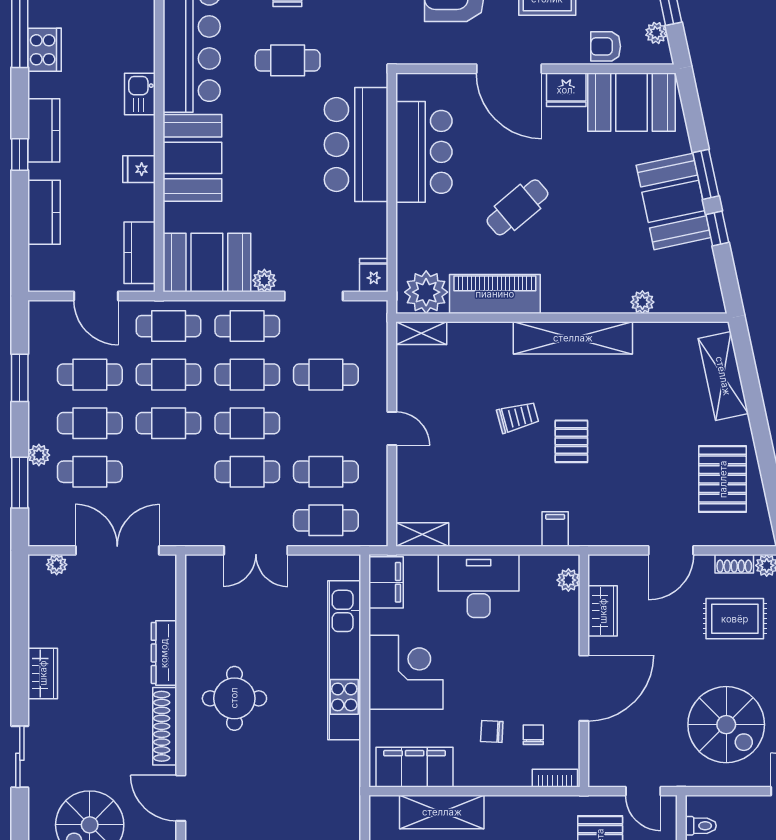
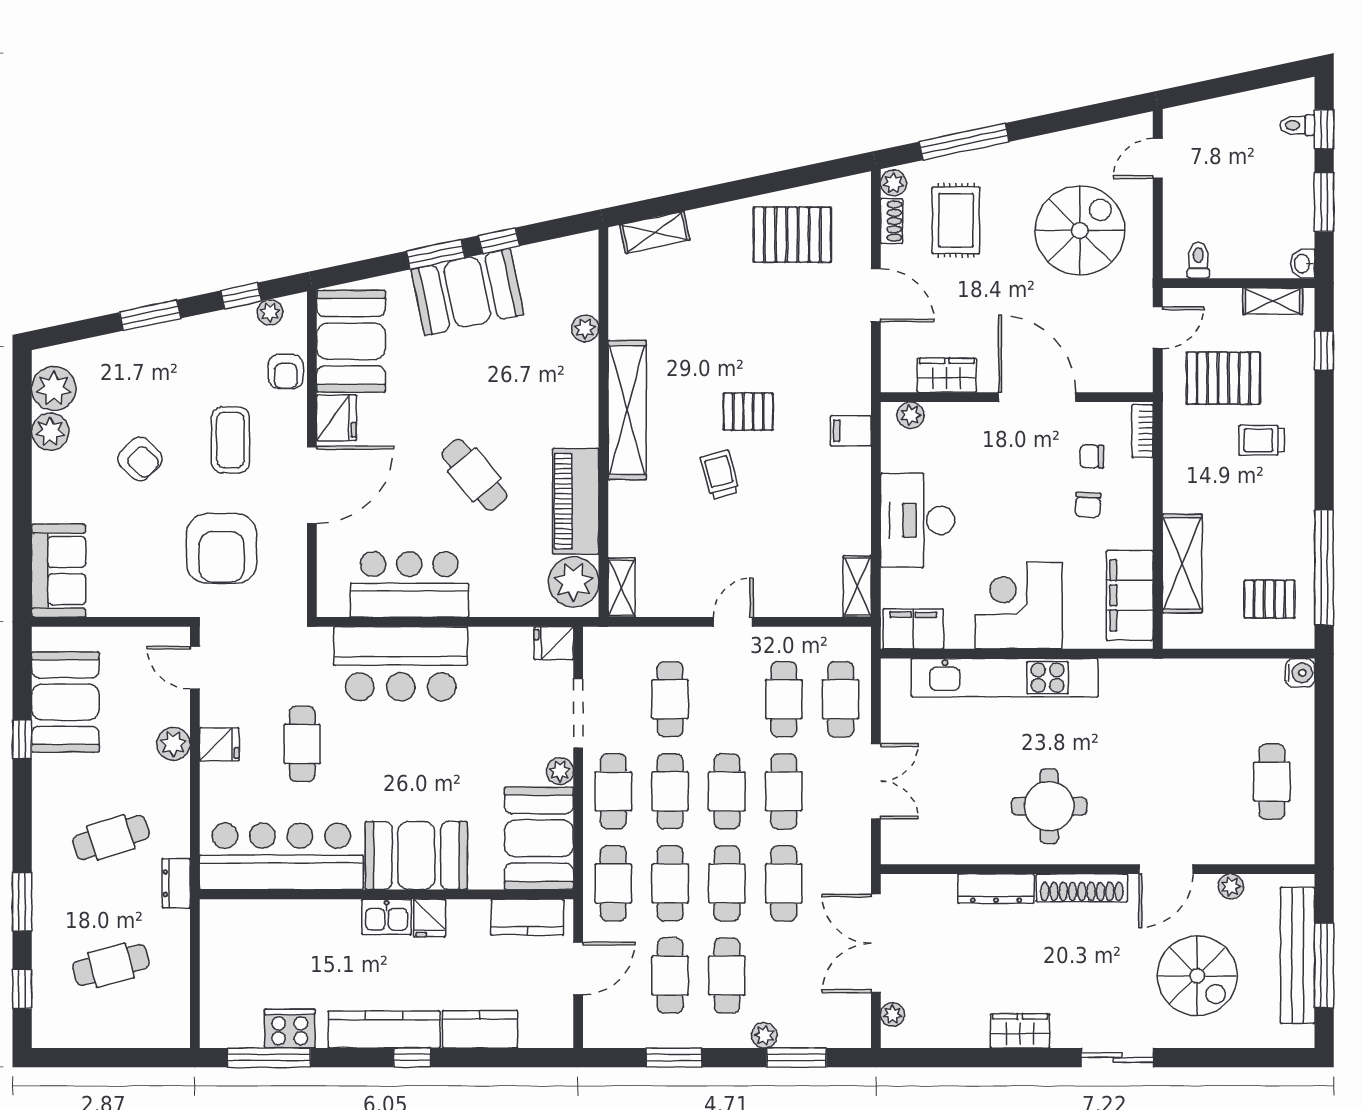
kitchen sink: (140, 94) -> (387, 917), moved
kitchen counter: (44, 130) -> (384, 1029), width x1.50
shelving: (723, 376) -> (655, 232), width x0.67, depth x0.75
cafe table: (90, 472) -> (784, 883), moved

